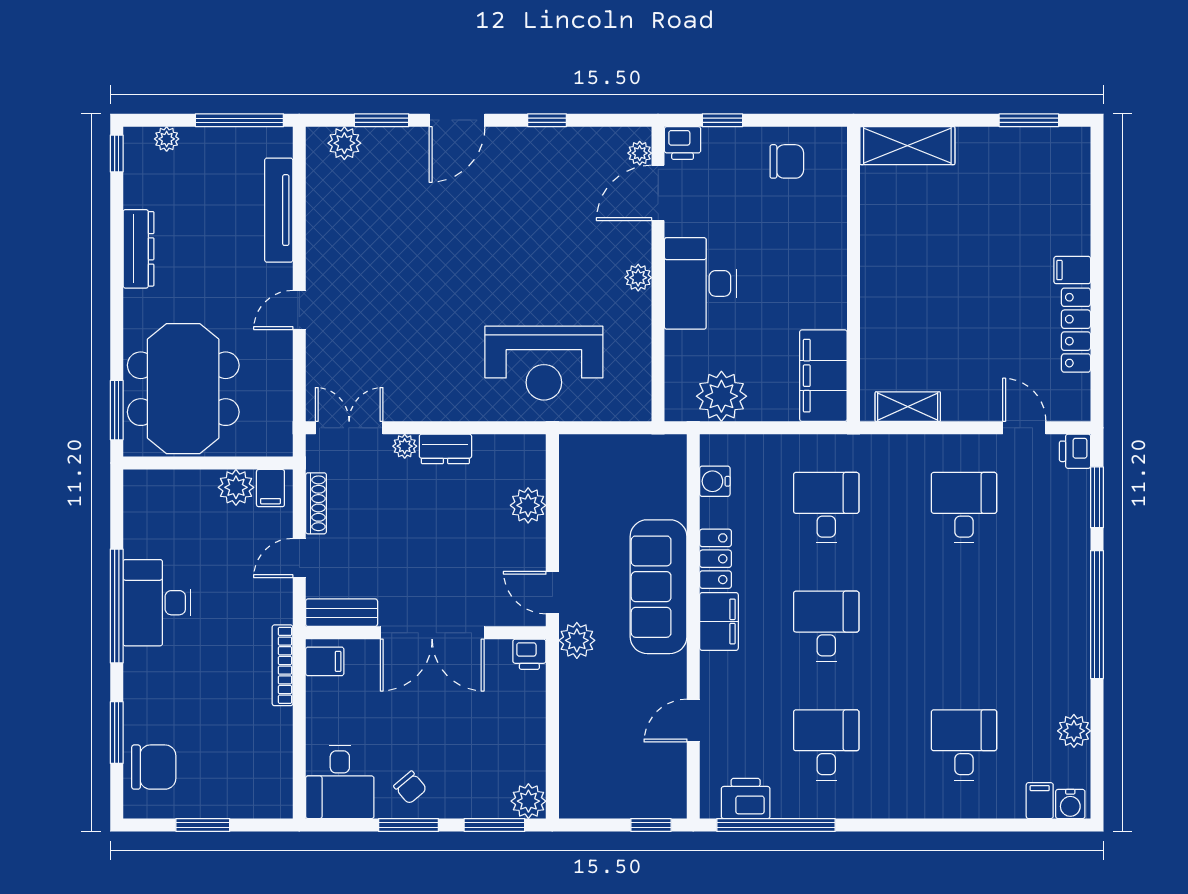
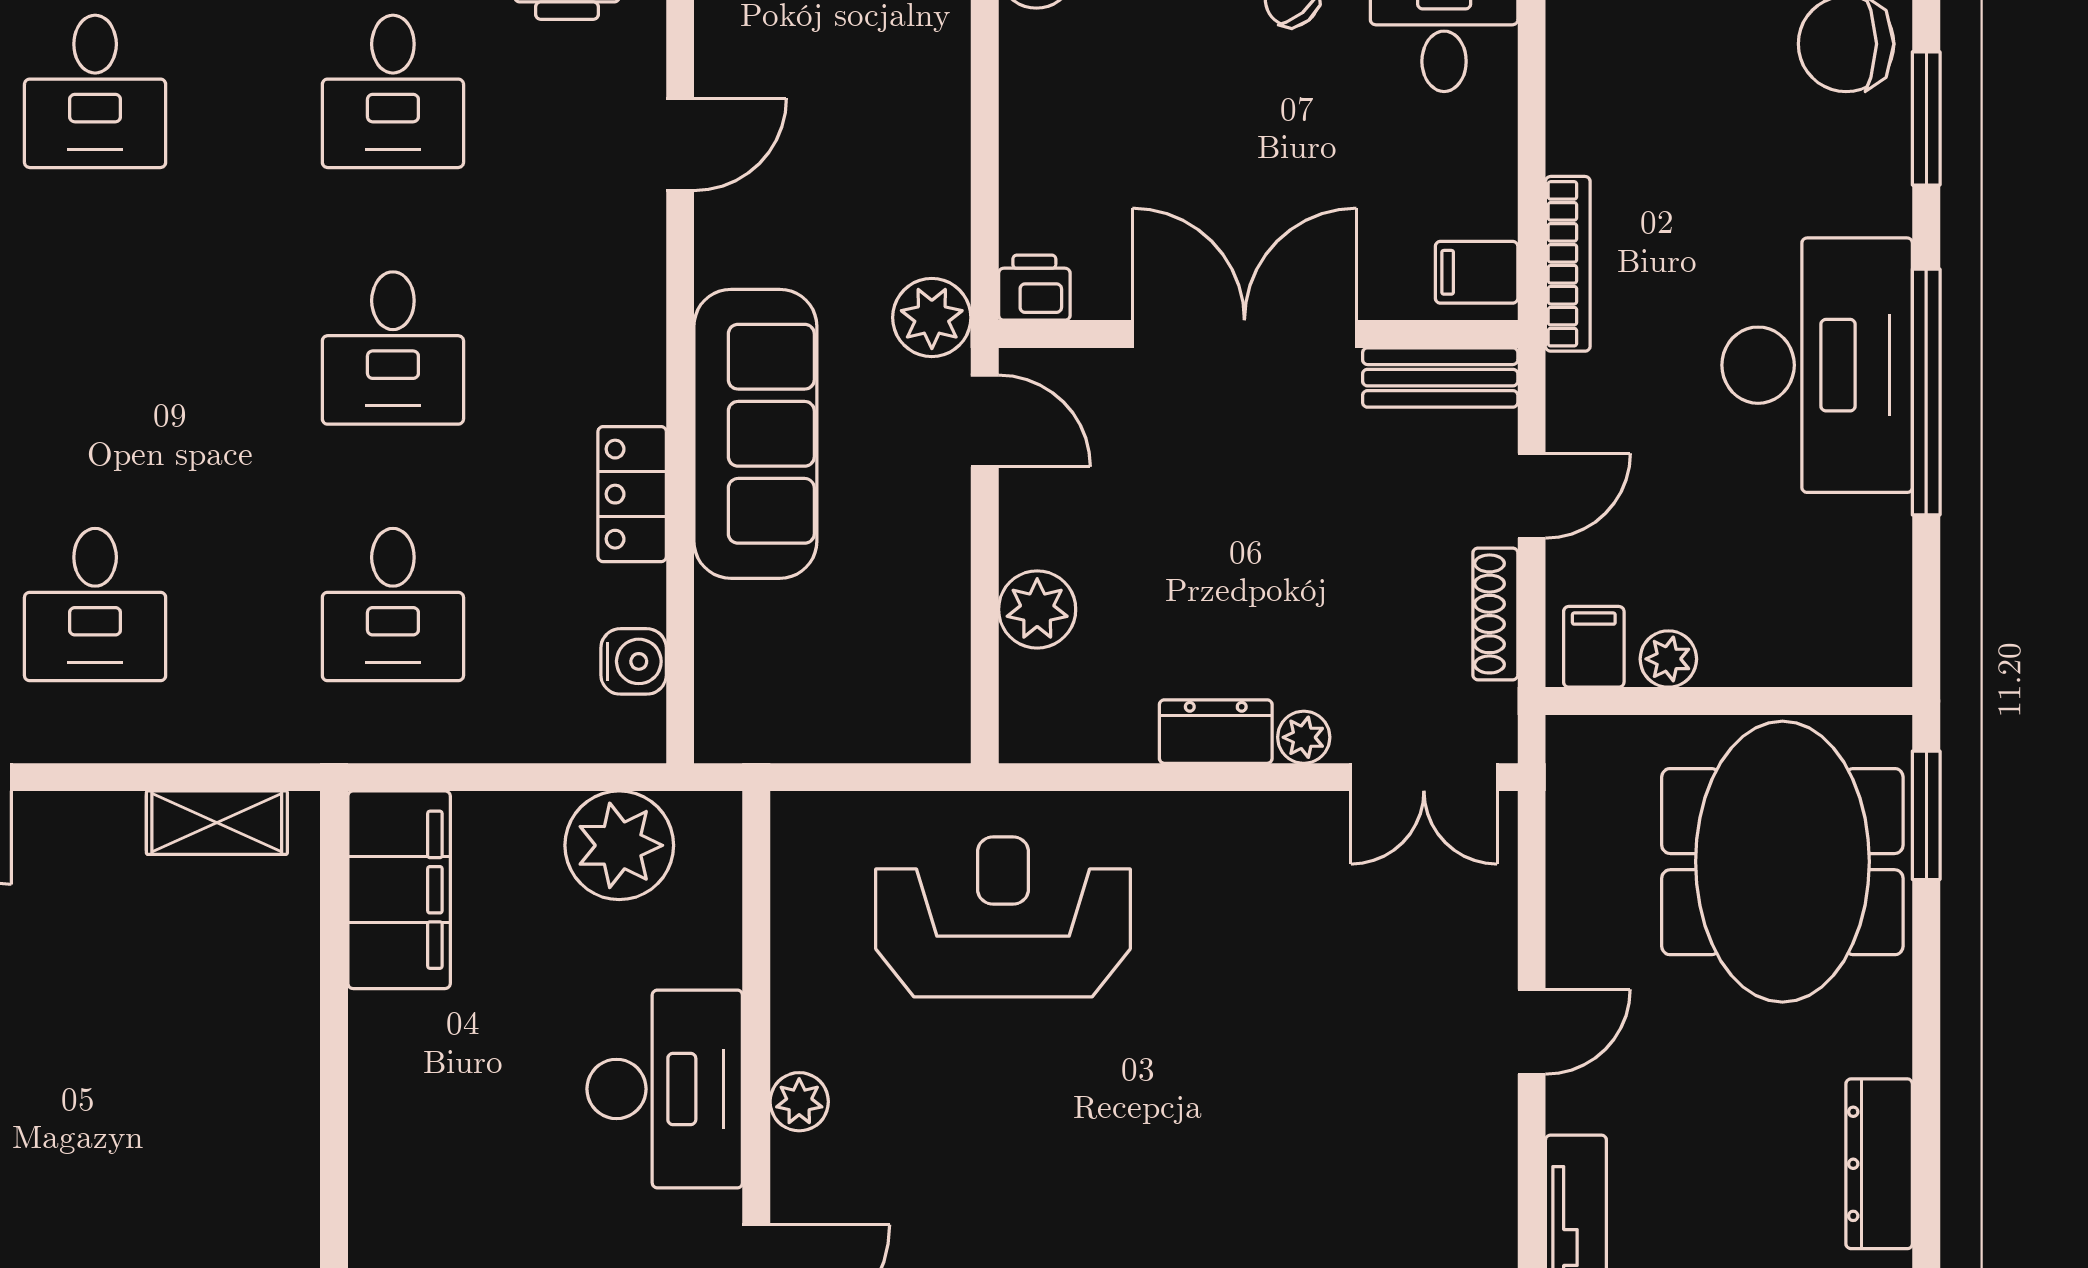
plant: (236, 487) -> (1668, 659), width x0.73, depth x0.73
desk: (157, 603) -> (1817, 365), width x1.36, depth x1.30
filing cabinet: (719, 621) -> (625, 359), removed

